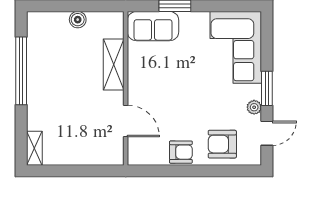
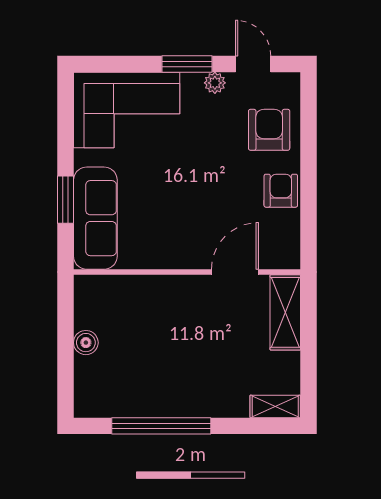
sofa: (153, 26) -> (95, 218), width x1.36
shelving: (114, 65) -> (285, 312), moved, turned 90
armchair: (222, 144) -> (269, 130), turned 180

